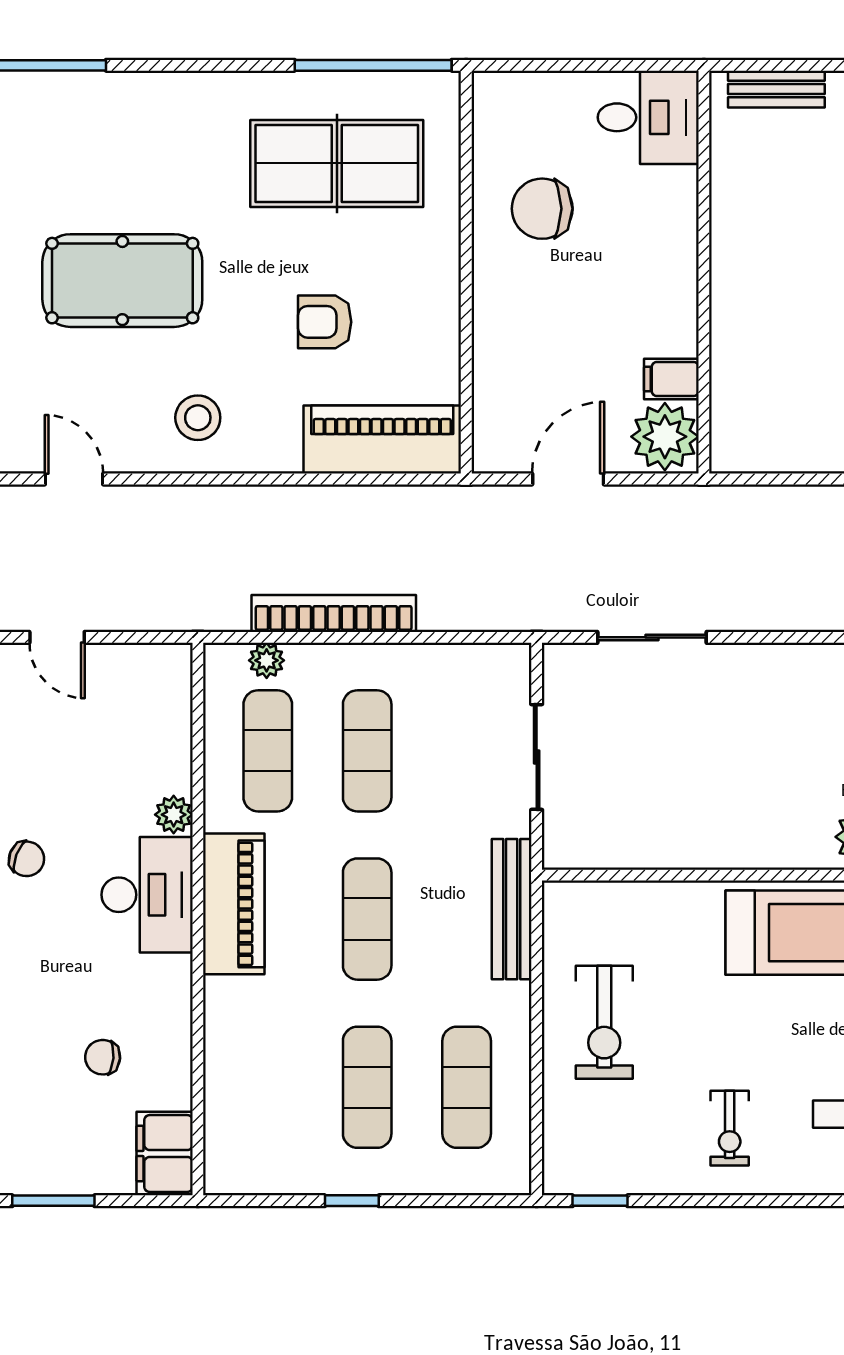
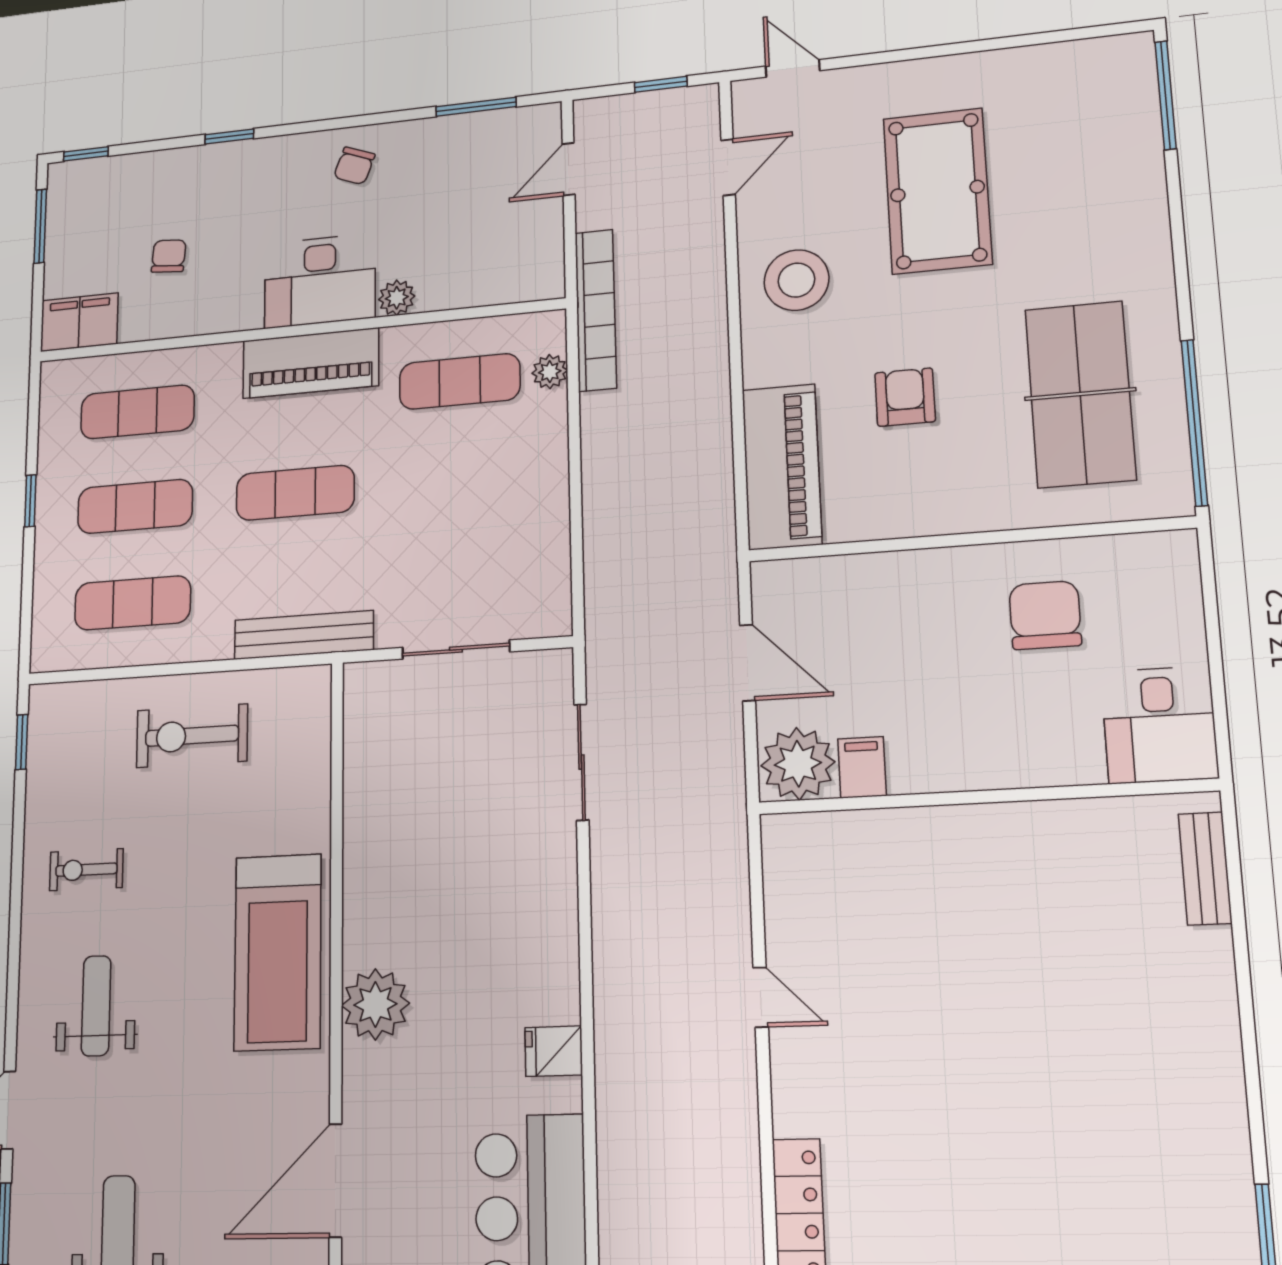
stool: (198, 418) -> (796, 280), width x1.38, depth x1.38
bookcase: (334, 613) -> (596, 310), moved
exercise mat: (367, 751) -> (137, 412), moved

